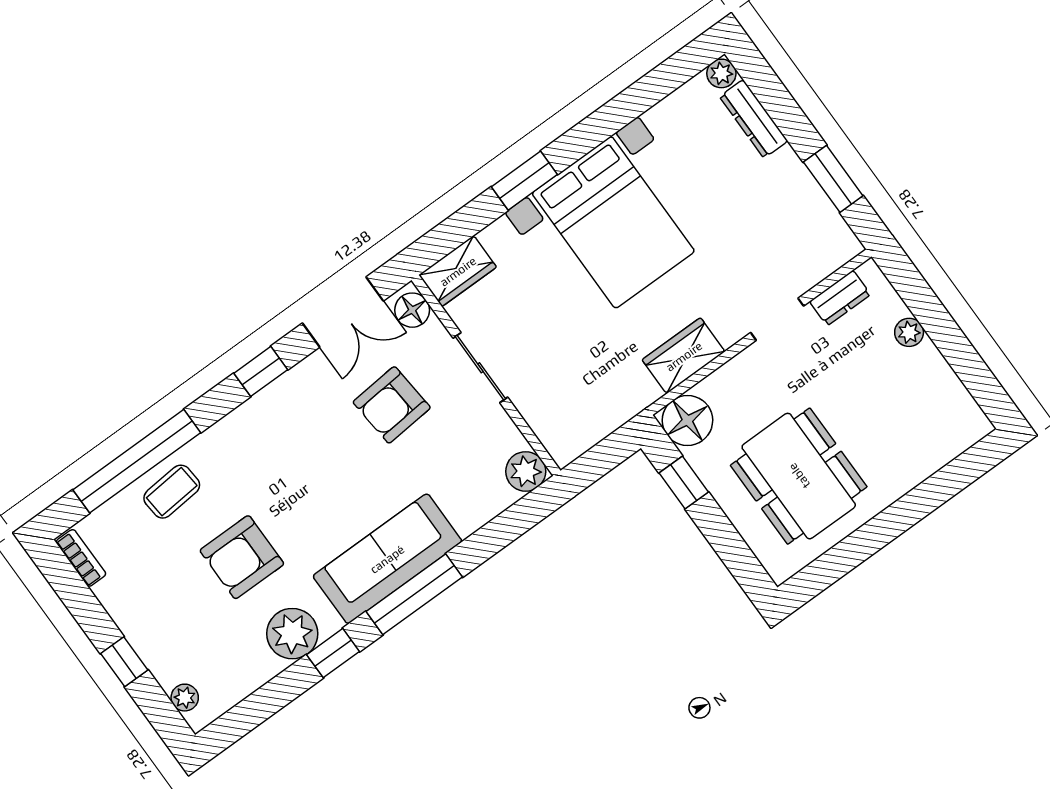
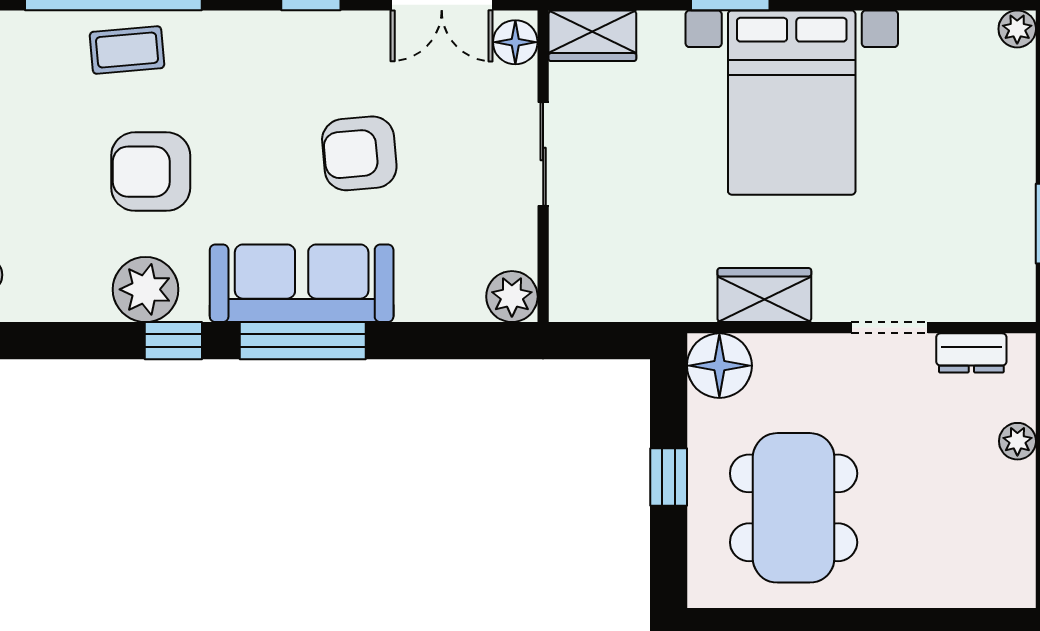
dresser: (754, 119) -> (1016, 101), removed
armchair: (392, 405) -> (359, 153), moved
window: (684, 483) -> (669, 477), moved

